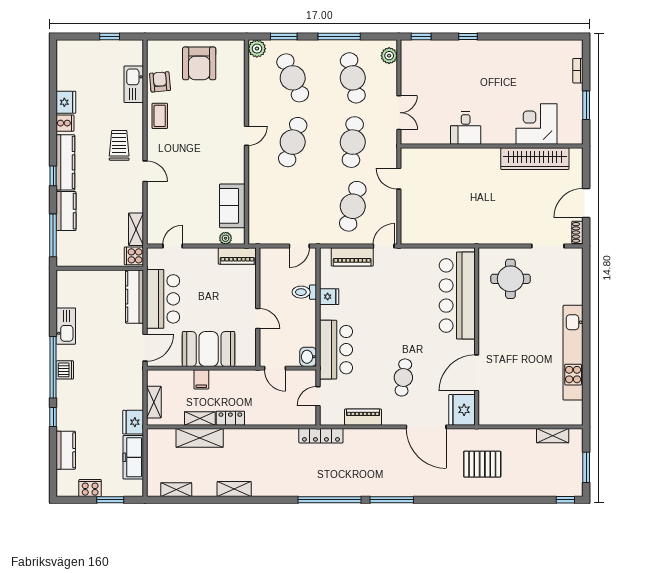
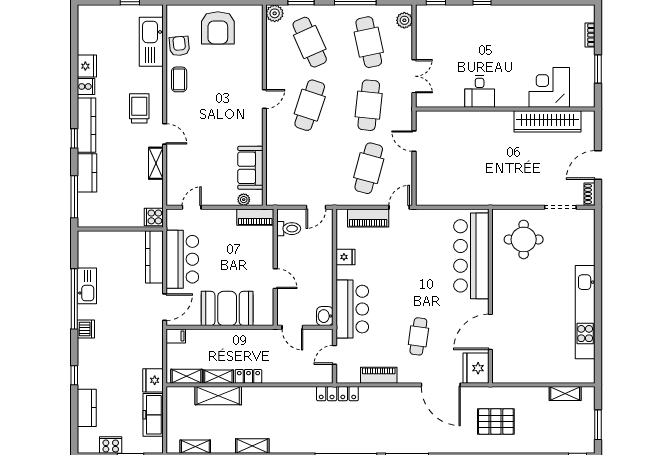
kitchen sink: (134, 84) -> (151, 42), width x1.36, depth x1.24
shelving: (136, 229) -> (156, 163), moved
toilet: (304, 292) -> (289, 229), moved, turned 180
window: (53, 367) -> (74, 299), moved
filing cabinet: (201, 379) -> (176, 336), moved, turned -90
shelving: (154, 402) -> (186, 376), moved, turned 90

